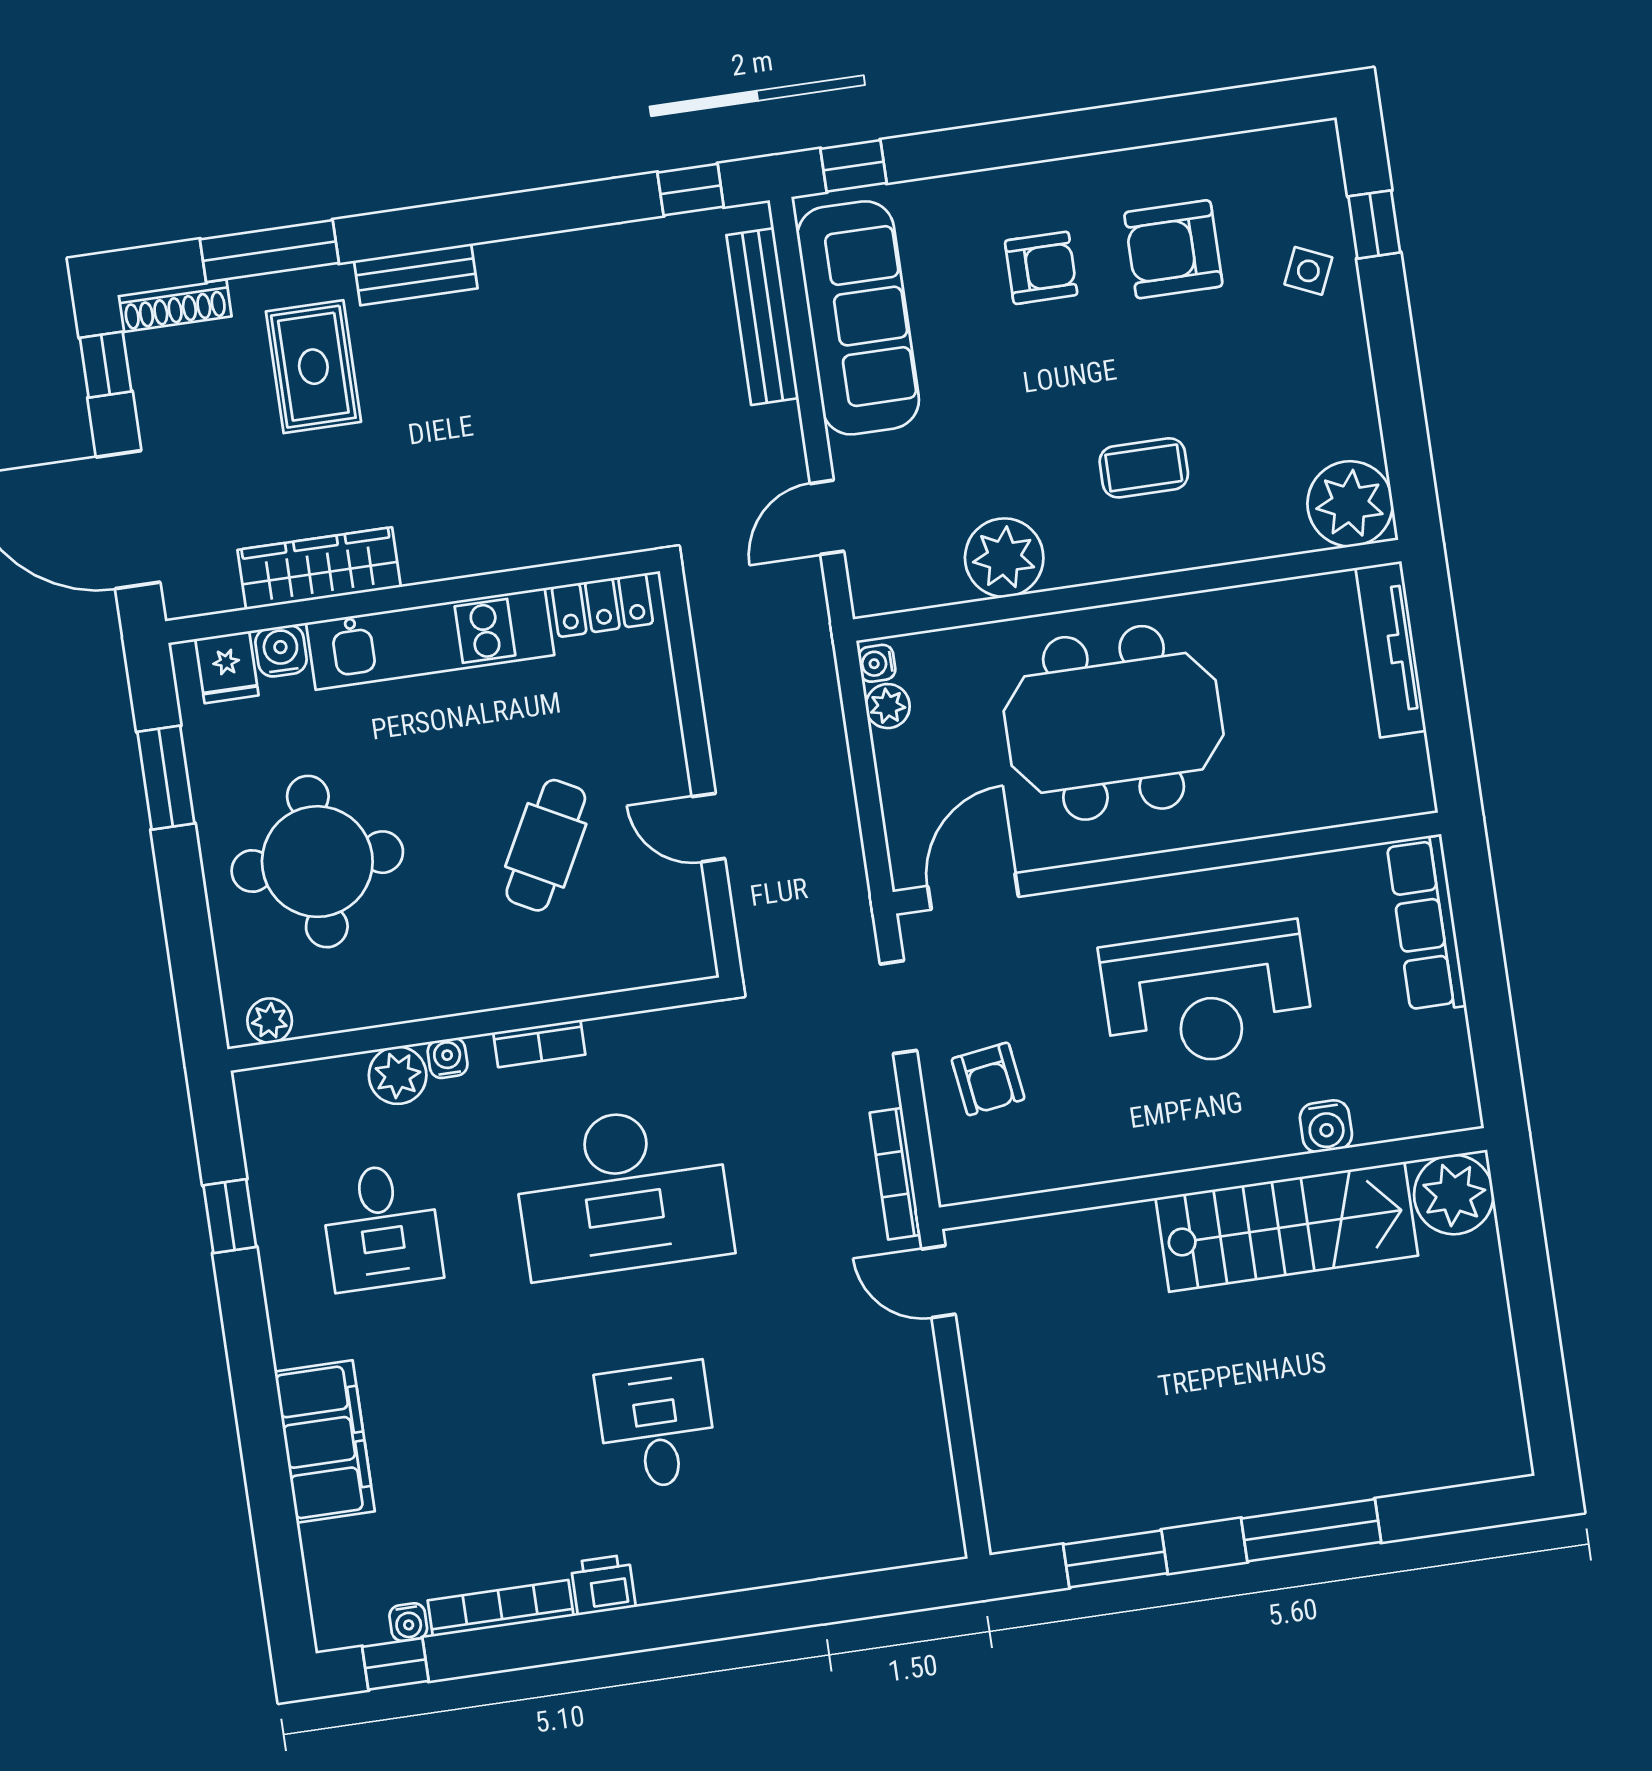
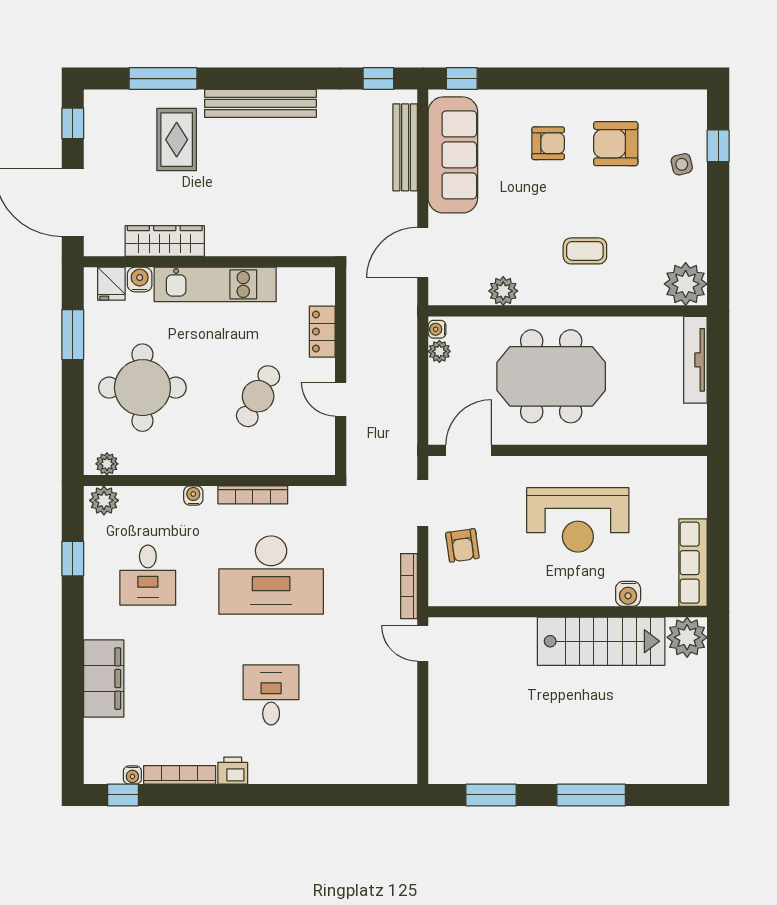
side table: (1308, 271) -> (682, 164), turned -37
bench: (416, 275) -> (261, 103), width x1.86, depth x1.21
shoe rack: (174, 306) -> (112, 99), removed
door: (827, 517) -> (423, 253), width x1.38
plant: (1004, 558) -> (503, 291), width x0.73, depth x0.73
locker: (602, 605) -> (322, 332), moved, turned 90
row of seats: (1426, 924) -> (693, 563), moved
bookcase: (539, 1043) -> (253, 495), width x1.56
plant: (398, 1075) -> (104, 500), moved

